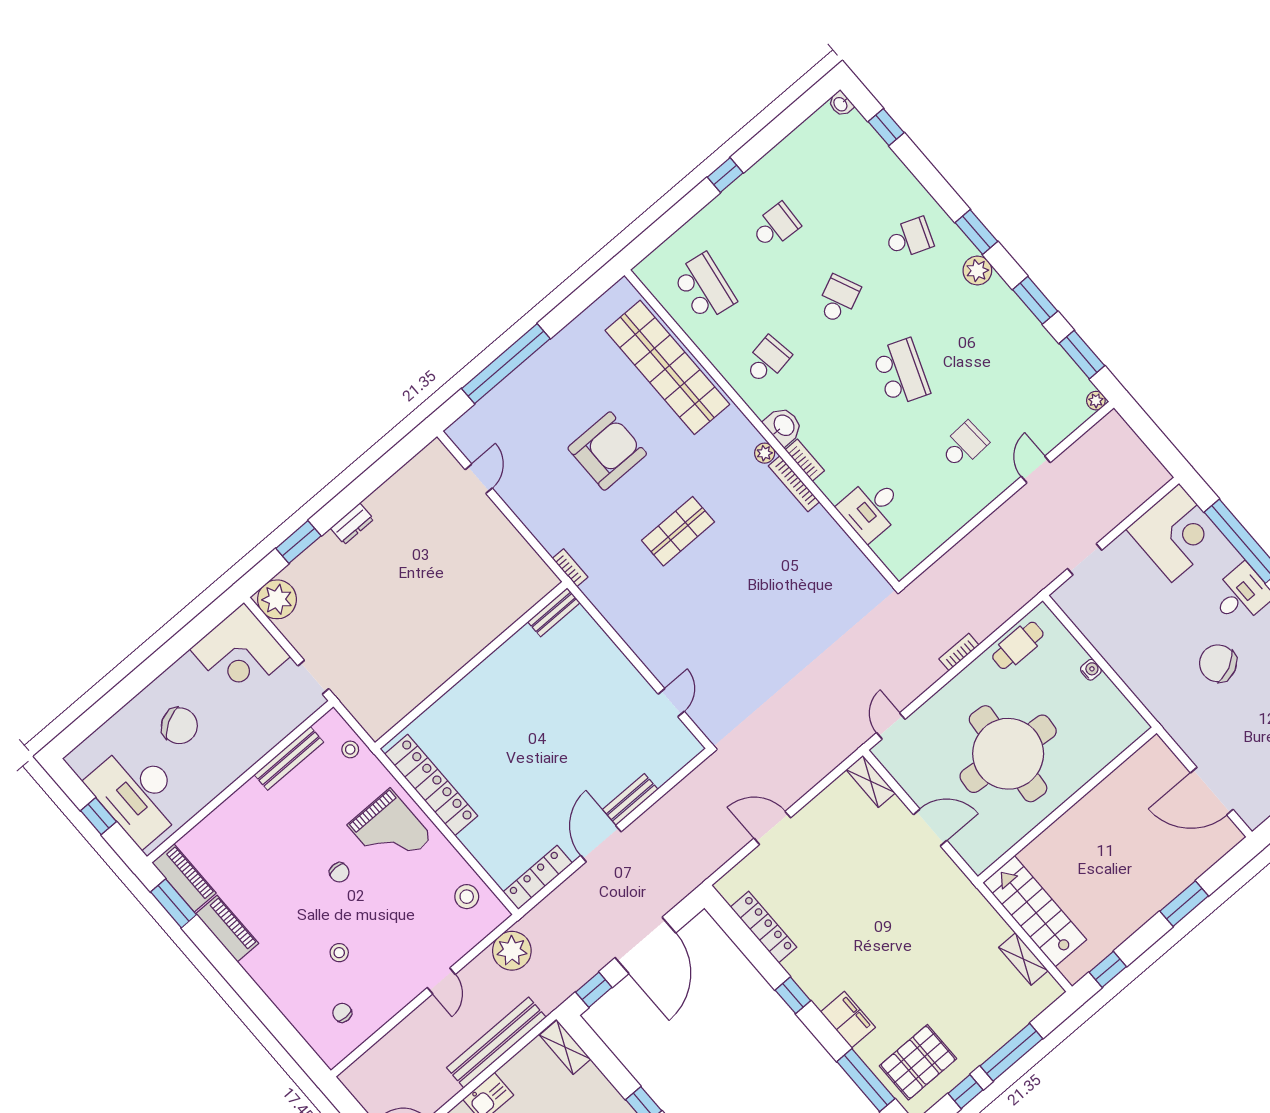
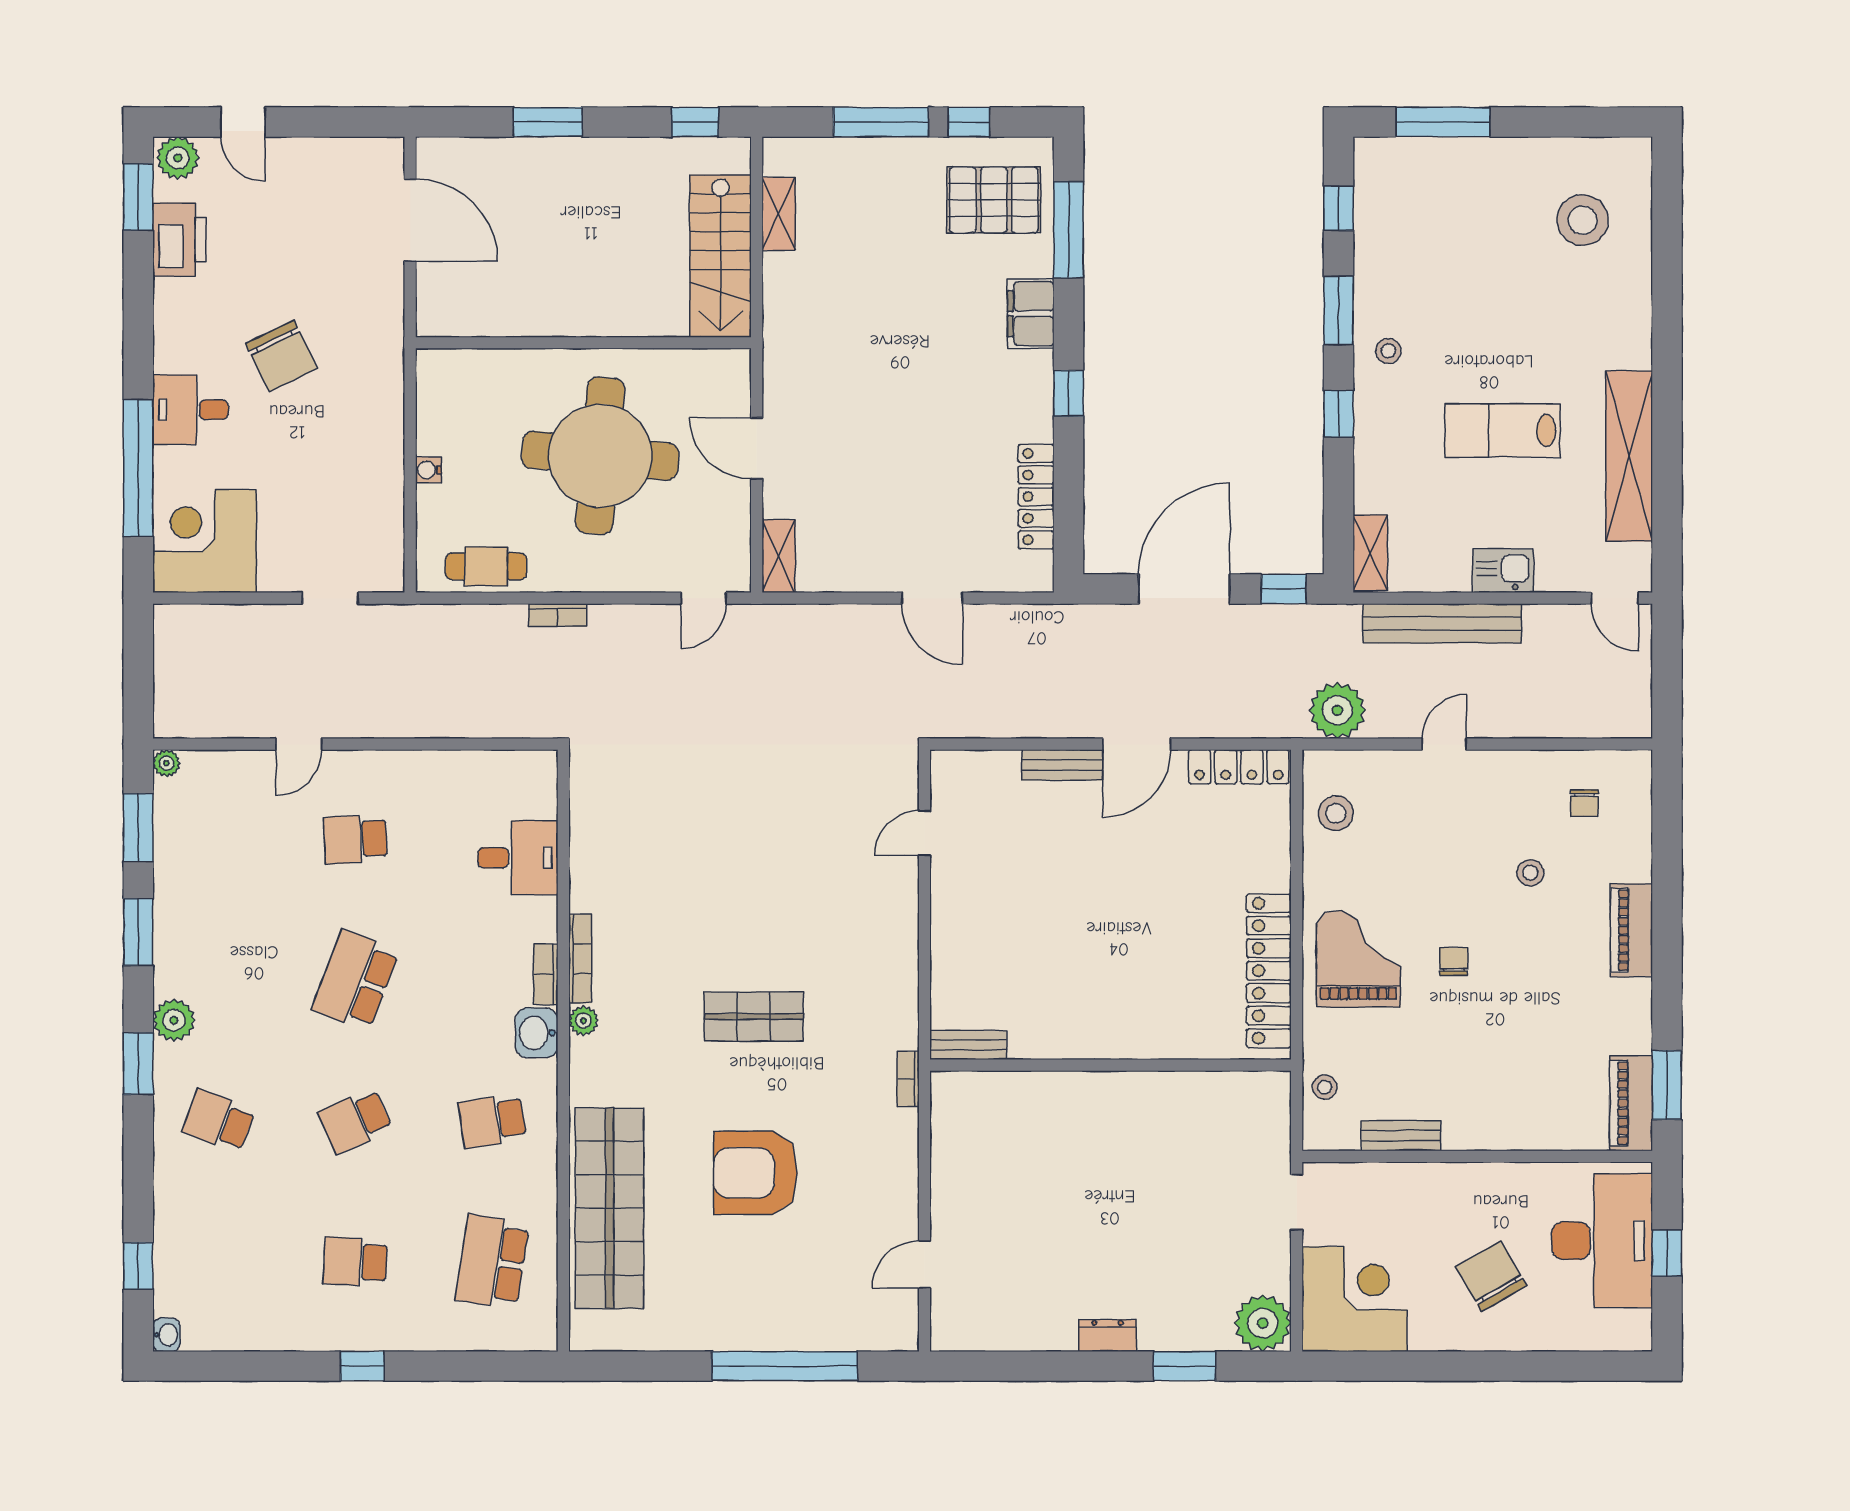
bench: (289, 758) -> (1401, 1136), width x0.73
piano: (227, 929) -> (1631, 930), moved

